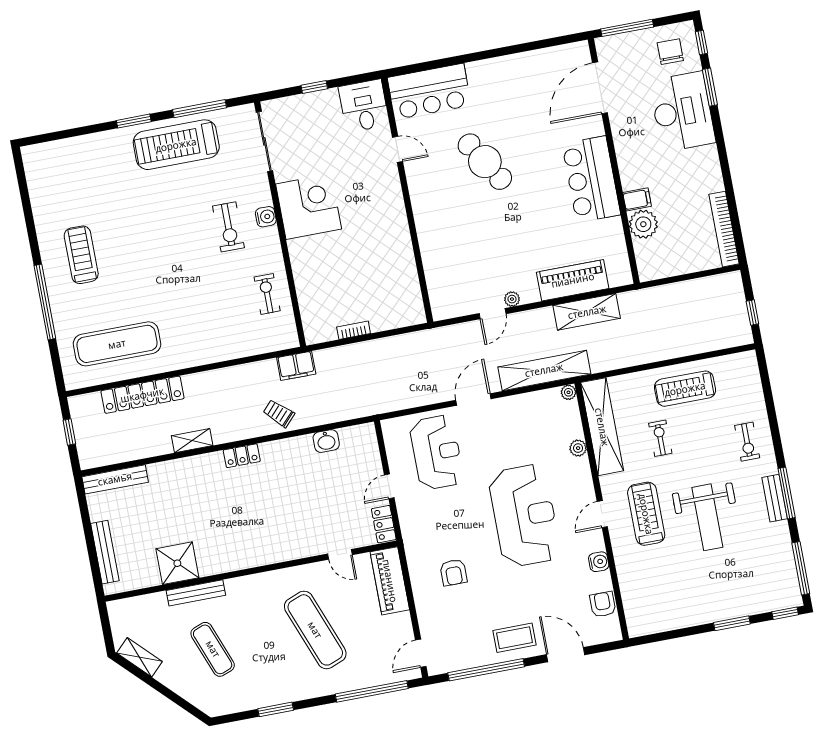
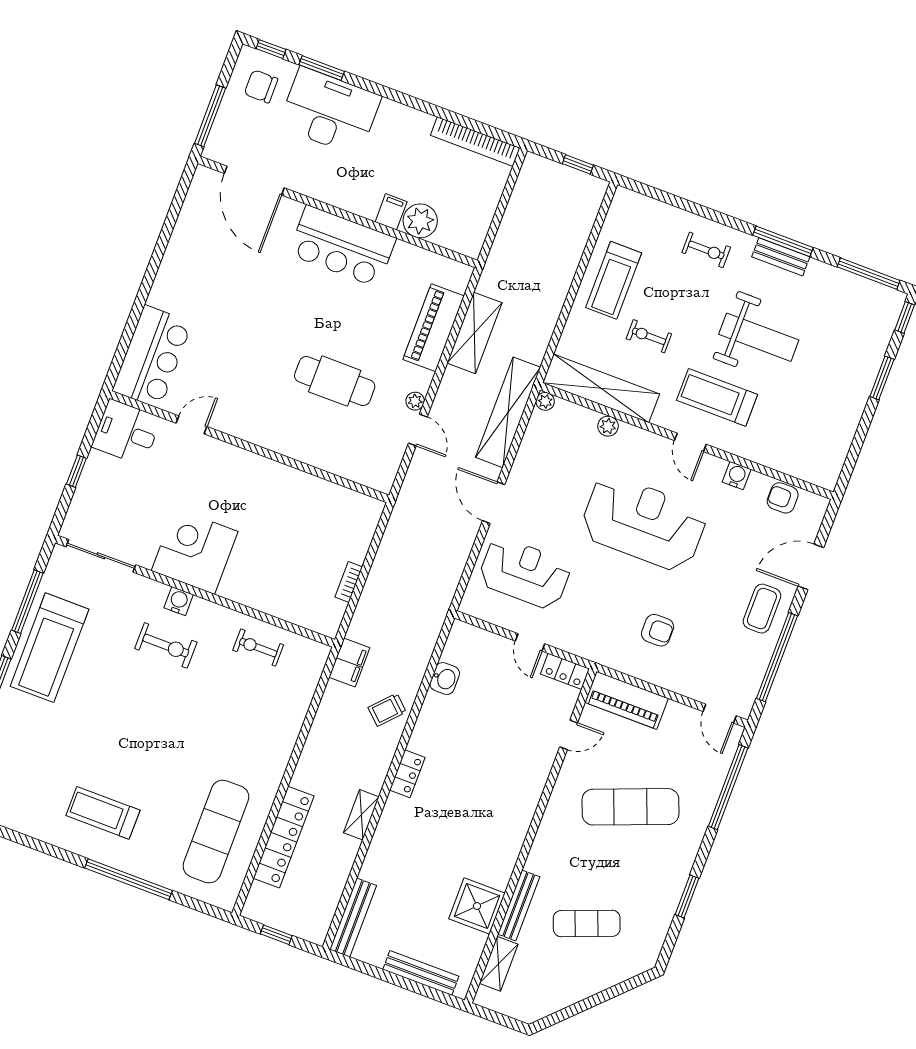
cafe table: (485, 162) -> (335, 381), moved, turned 32
shelving: (139, 657) -> (499, 964), moved, turned -45

